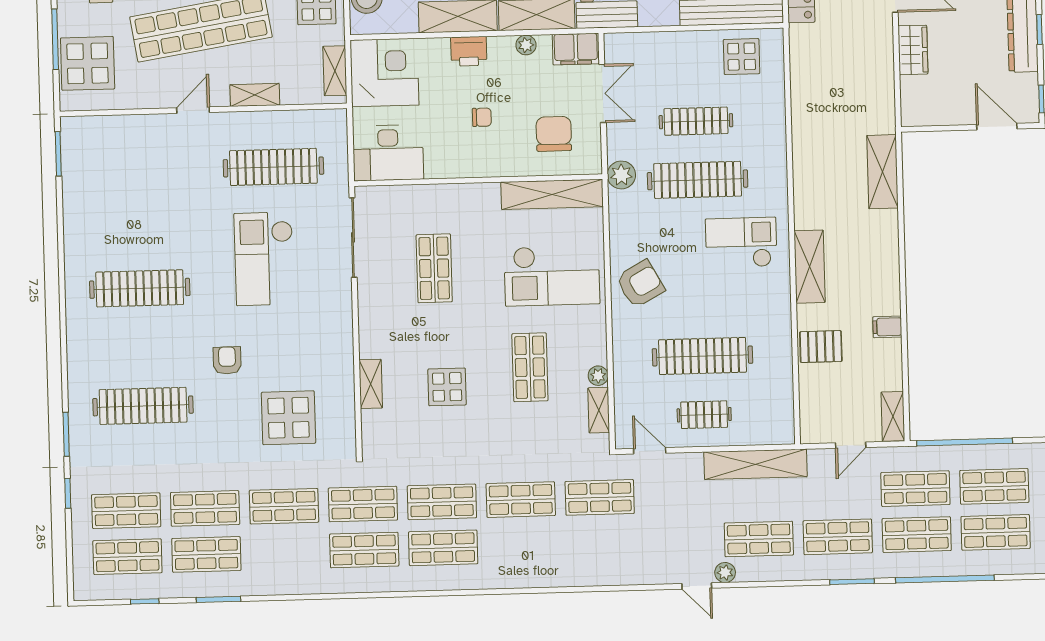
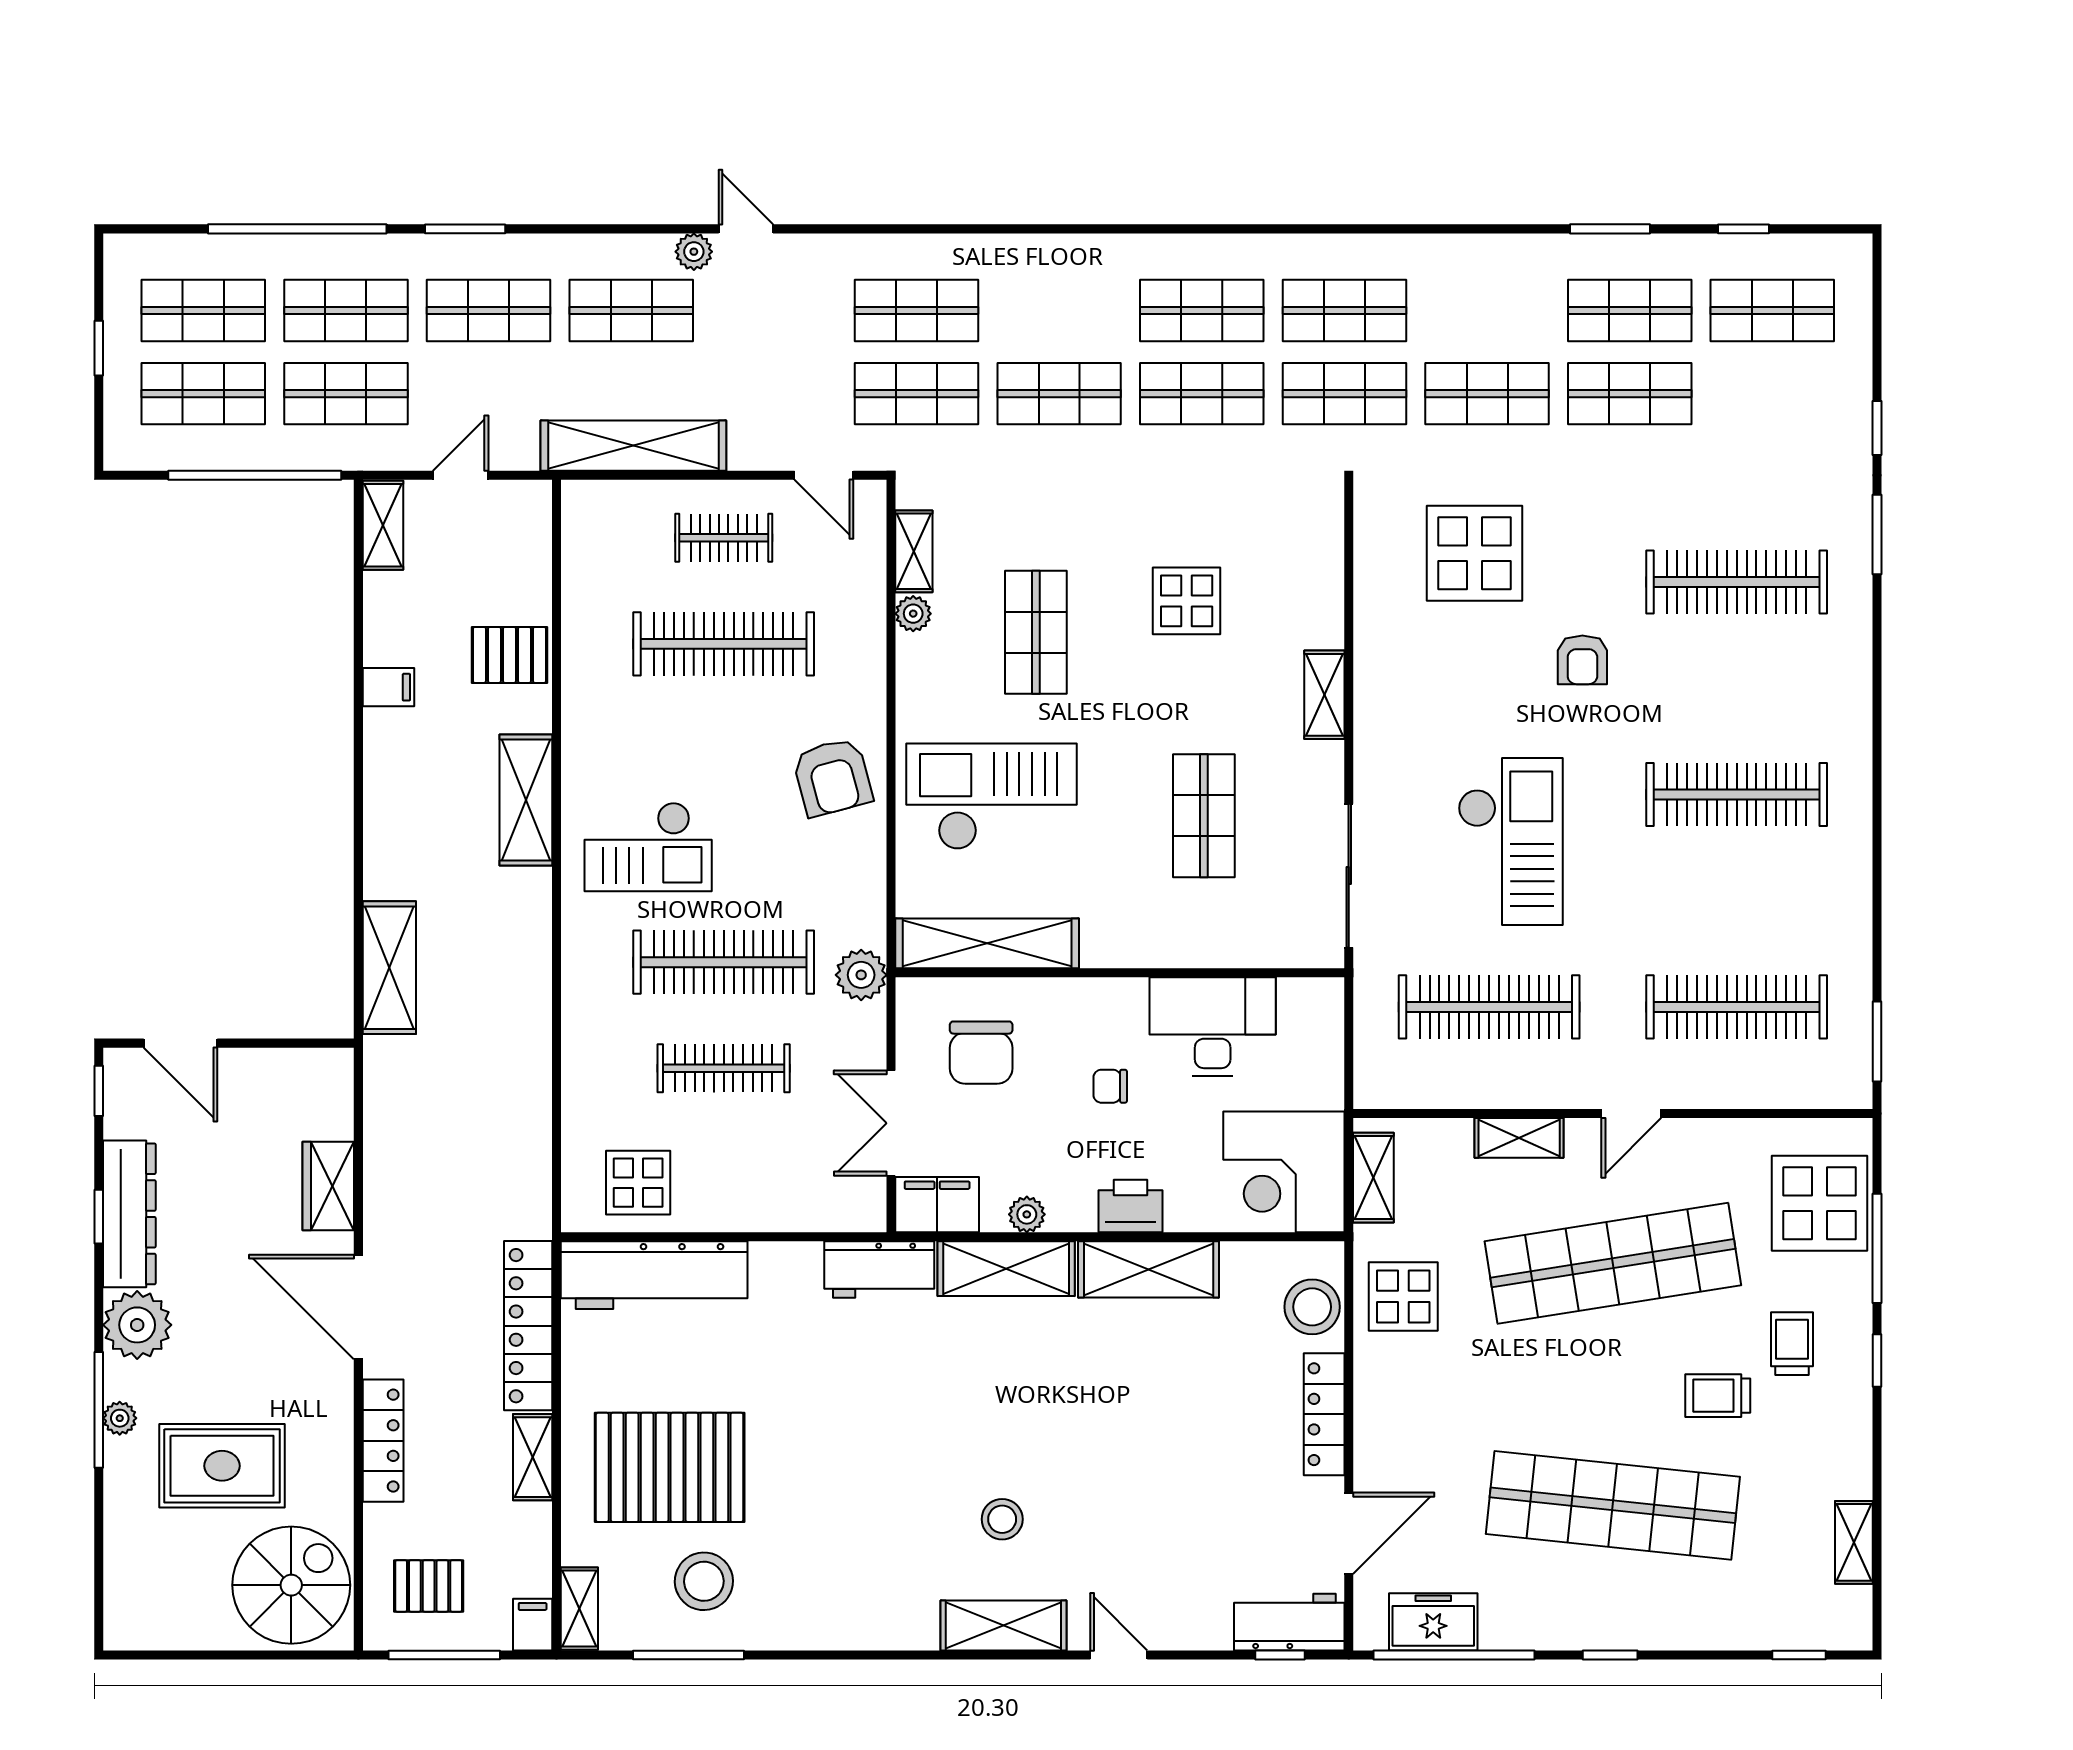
desk: (388, 153) -> (1213, 1027), moved
clothes rail: (136, 171) -> (1737, 1007), added
armchair: (640, 284) -> (832, 777), turned -76
shelving: (371, 384) -> (1324, 695), moved
shop shelf: (126, 511) -> (916, 311), moved

